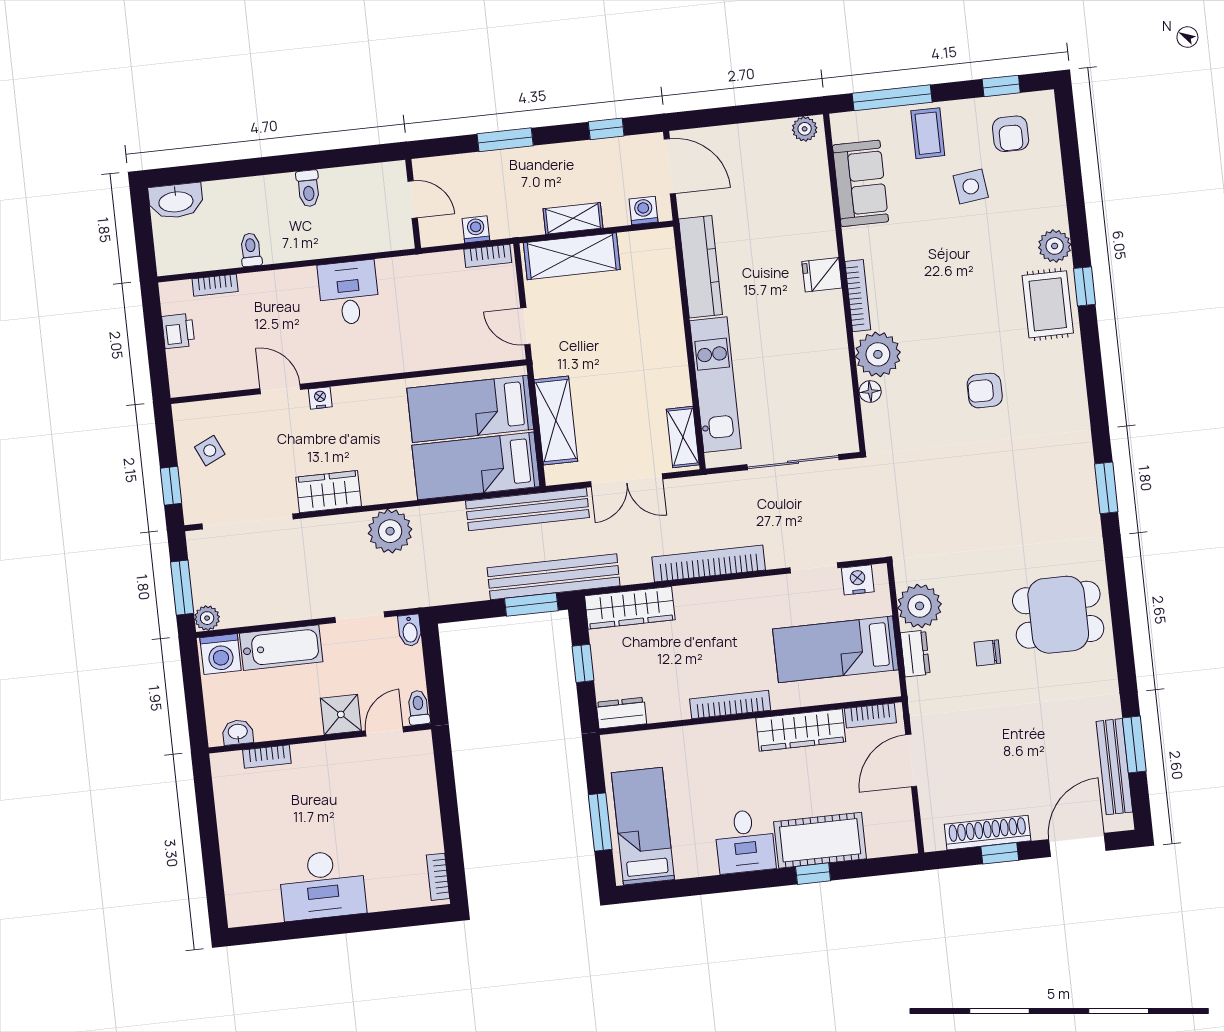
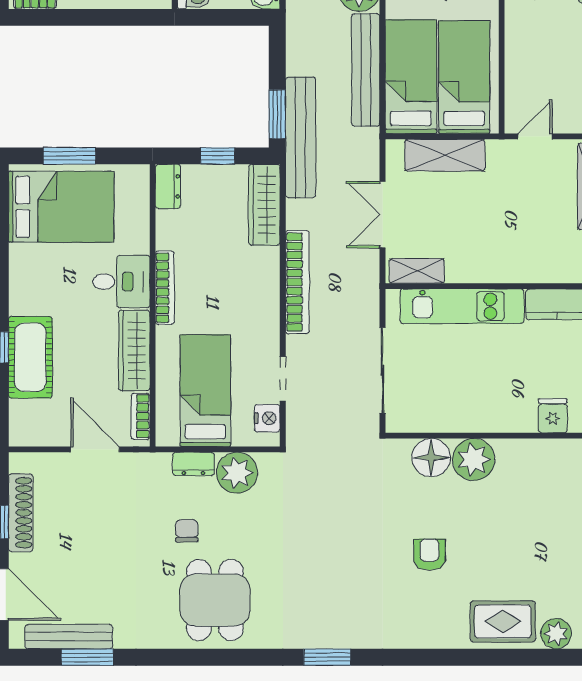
window: (1084, 286) -> (516, 657), removed
bookcase: (858, 296) -> (530, 447), removed
floor lamp: (870, 391) -> (431, 458), width x1.89, depth x1.89
bench: (527, 509) -> (366, 70), moved
bed: (643, 826) -> (61, 207), width x1.50
desk: (745, 841) -> (121, 282), moved, turned 180

